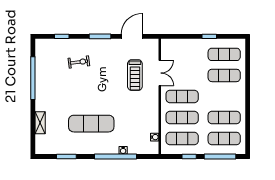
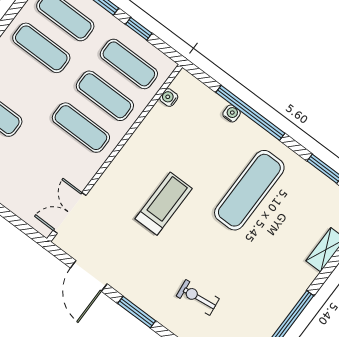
door: (132, 36) -> (89, 276), hinge flipped
double door: (160, 73) -> (70, 213), moved
treadmill: (135, 75) -> (164, 204), moved
exercise mat: (91, 124) -> (249, 190), turned 90

